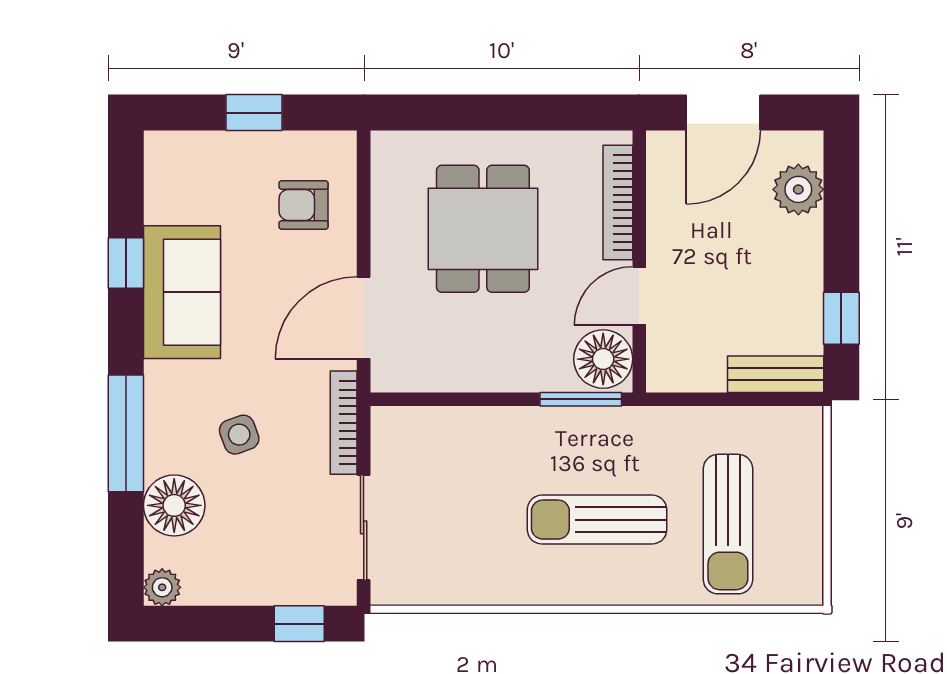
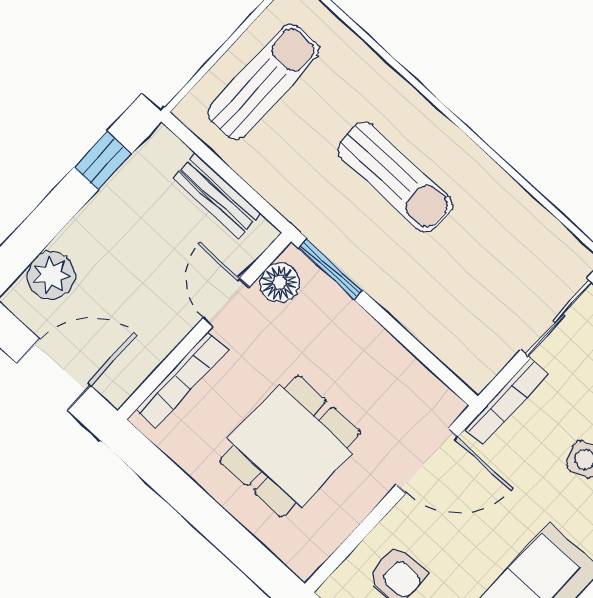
door: (639, 296) -> (226, 303), swing flipped
floor lamp: (603, 359) -> (280, 283), width x0.73, depth x0.73
bench: (776, 374) -> (217, 196), moved
sun lounger: (728, 524) -> (263, 82), moved

